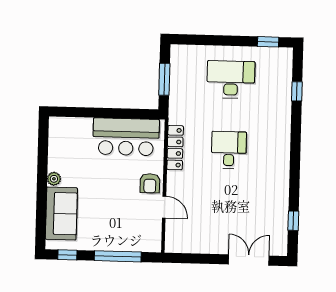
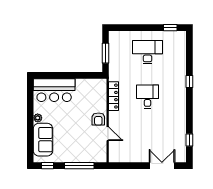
window: (297, 91) -> (189, 82), moved
bar counter: (126, 137) -> (54, 90), moved

